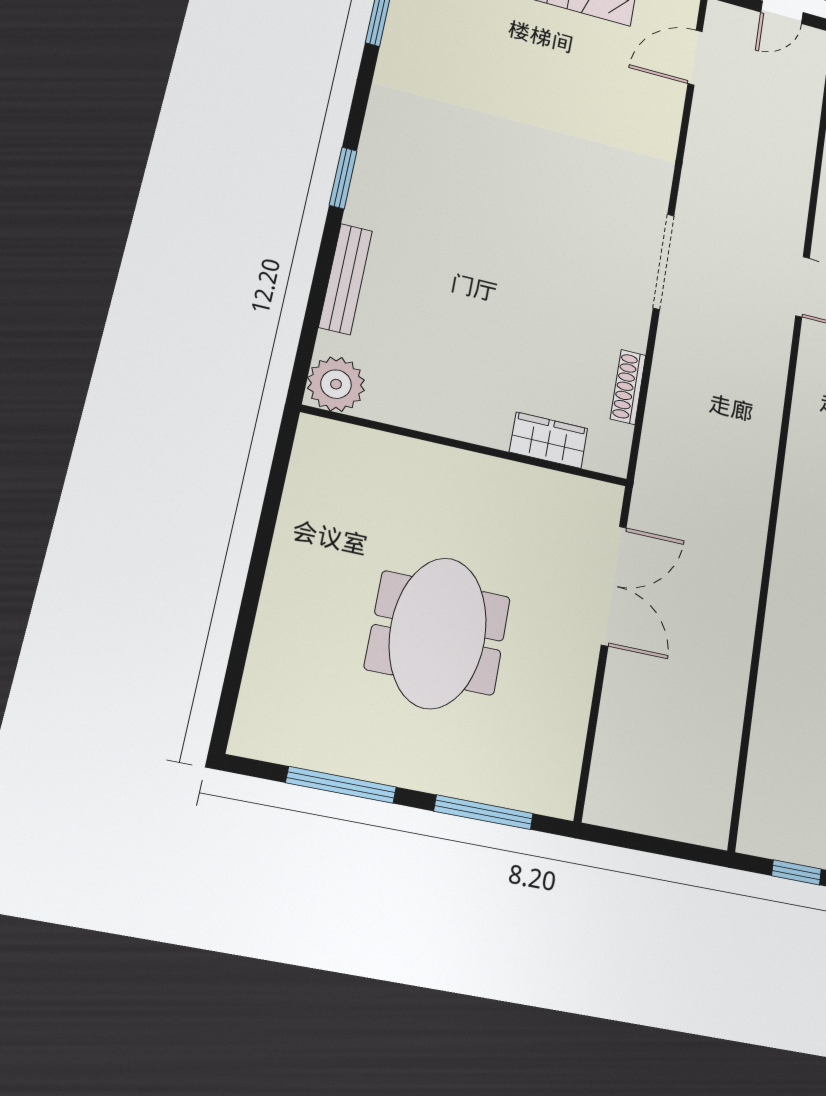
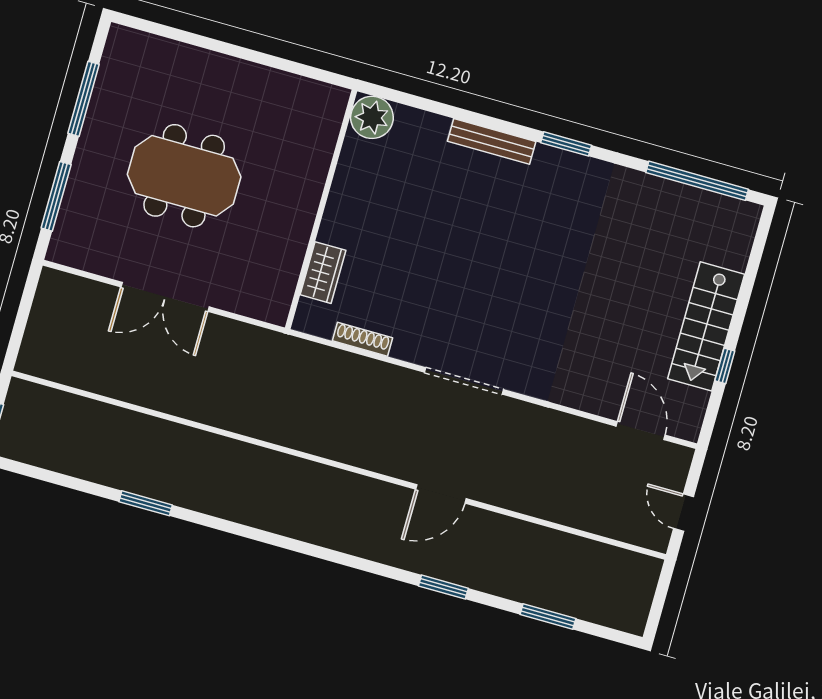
window: (343, 178) -> (566, 144), moved
bench: (346, 279) -> (492, 141), moved
double door: (614, 586) -> (165, 297), moved

